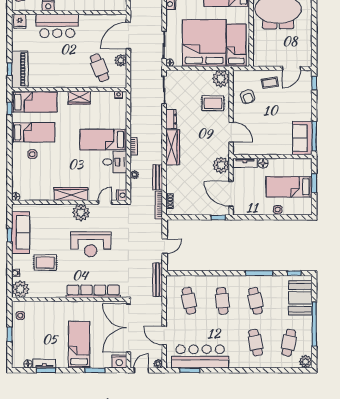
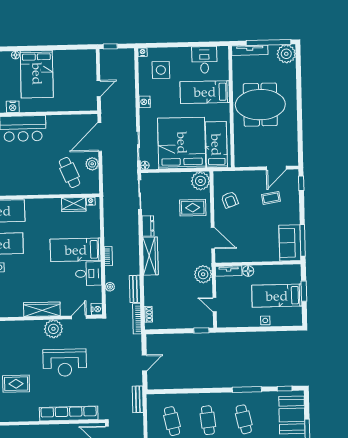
coffee table: (270, 83) -> (271, 198), moved
wardrobe: (79, 98) -> (74, 205), moved
door: (231, 194) -> (215, 305), width x0.53
bench: (158, 280) -> (138, 399), width x0.73

